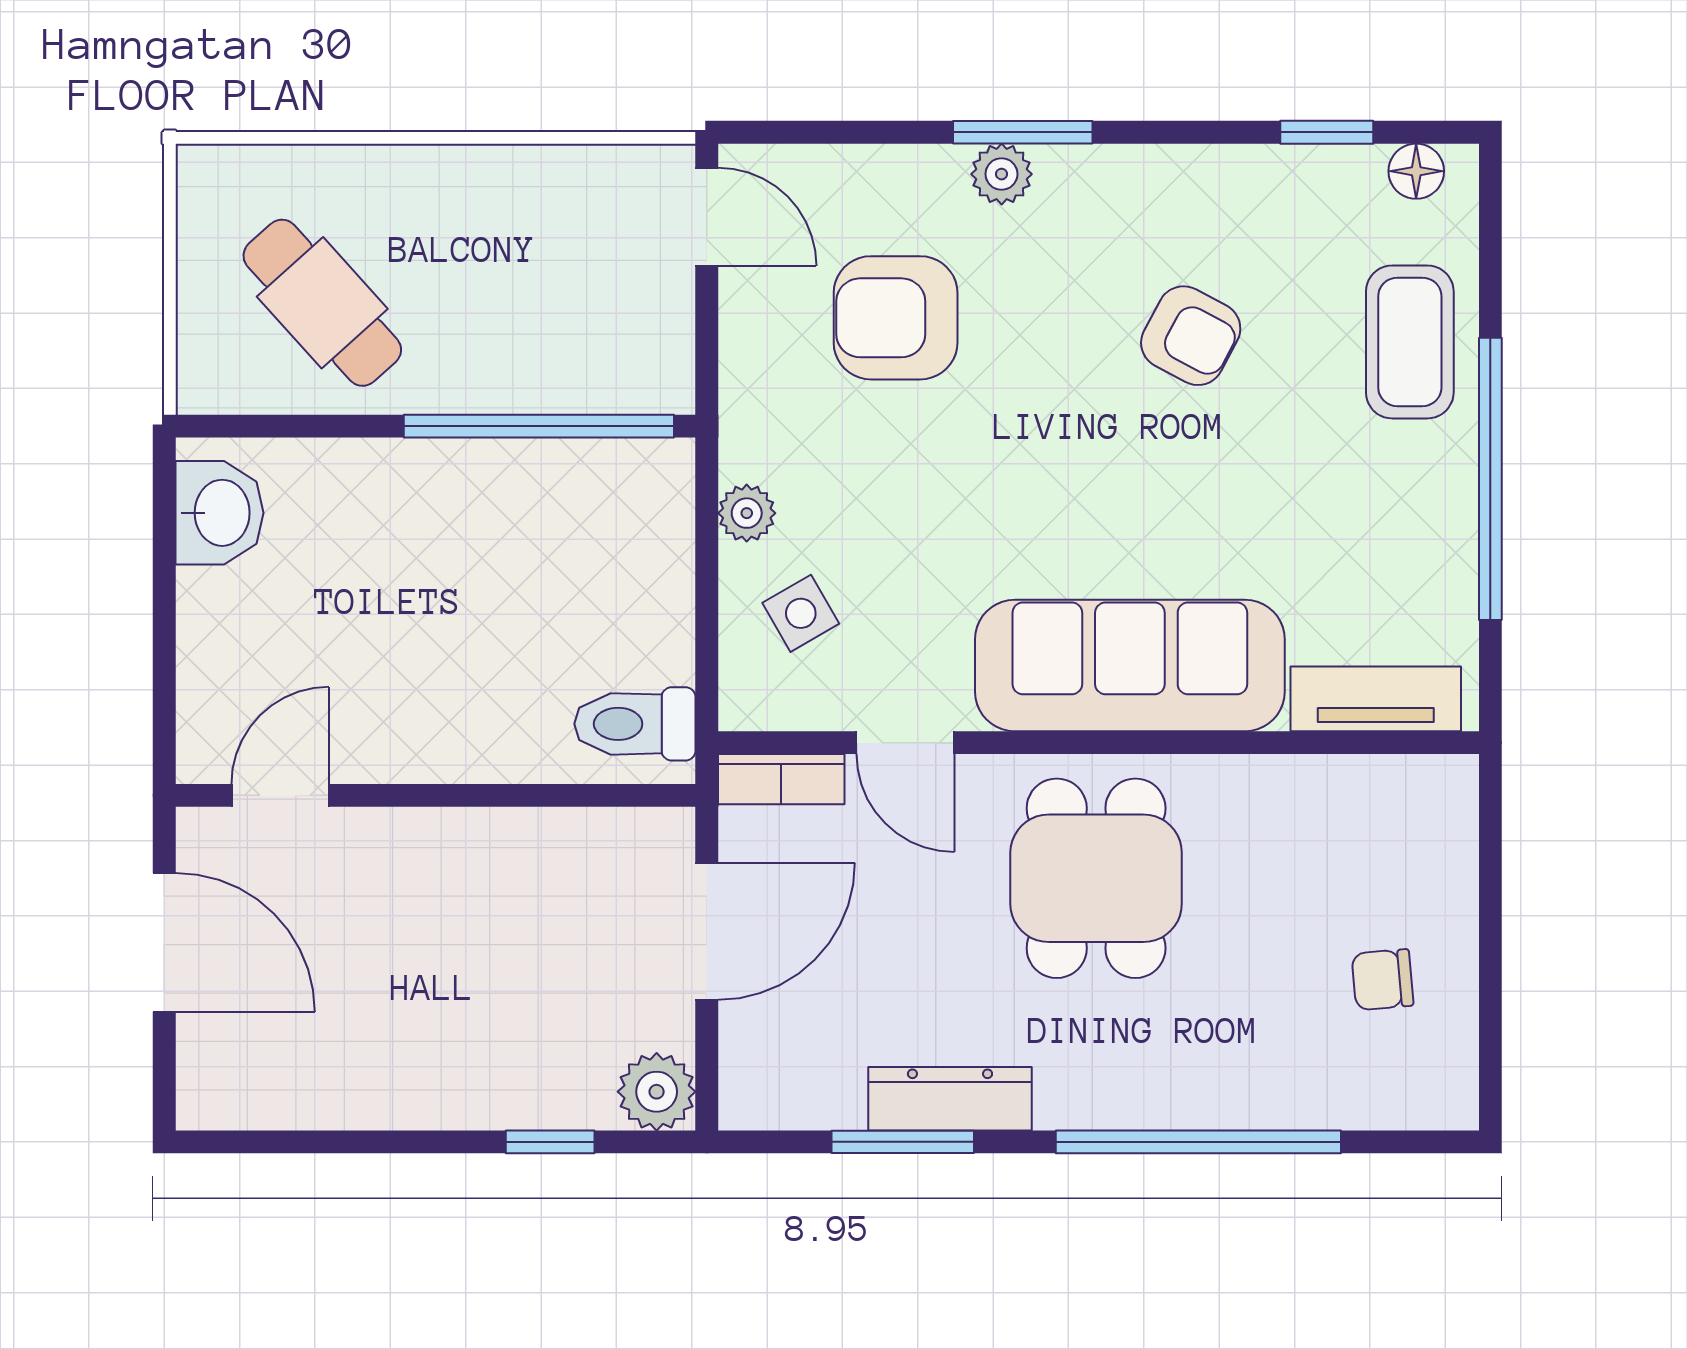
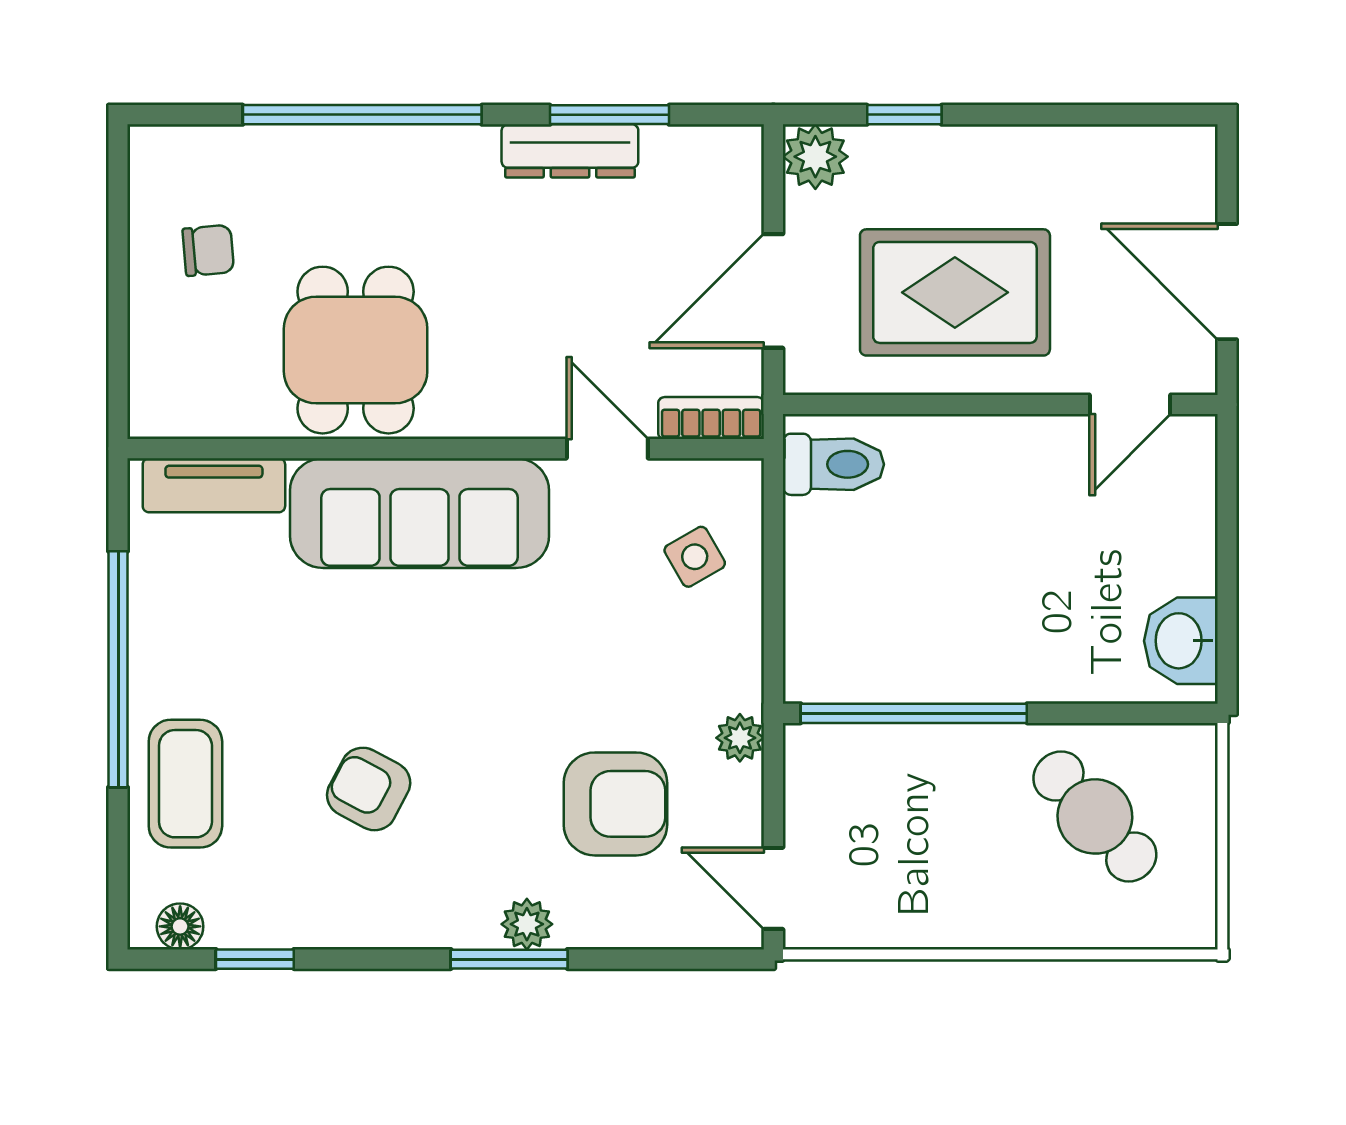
plant: (747, 513) -> (740, 738), moved
dining table: (1096, 878) -> (356, 350), moved
rug: (490, 929) -> (955, 292), added

